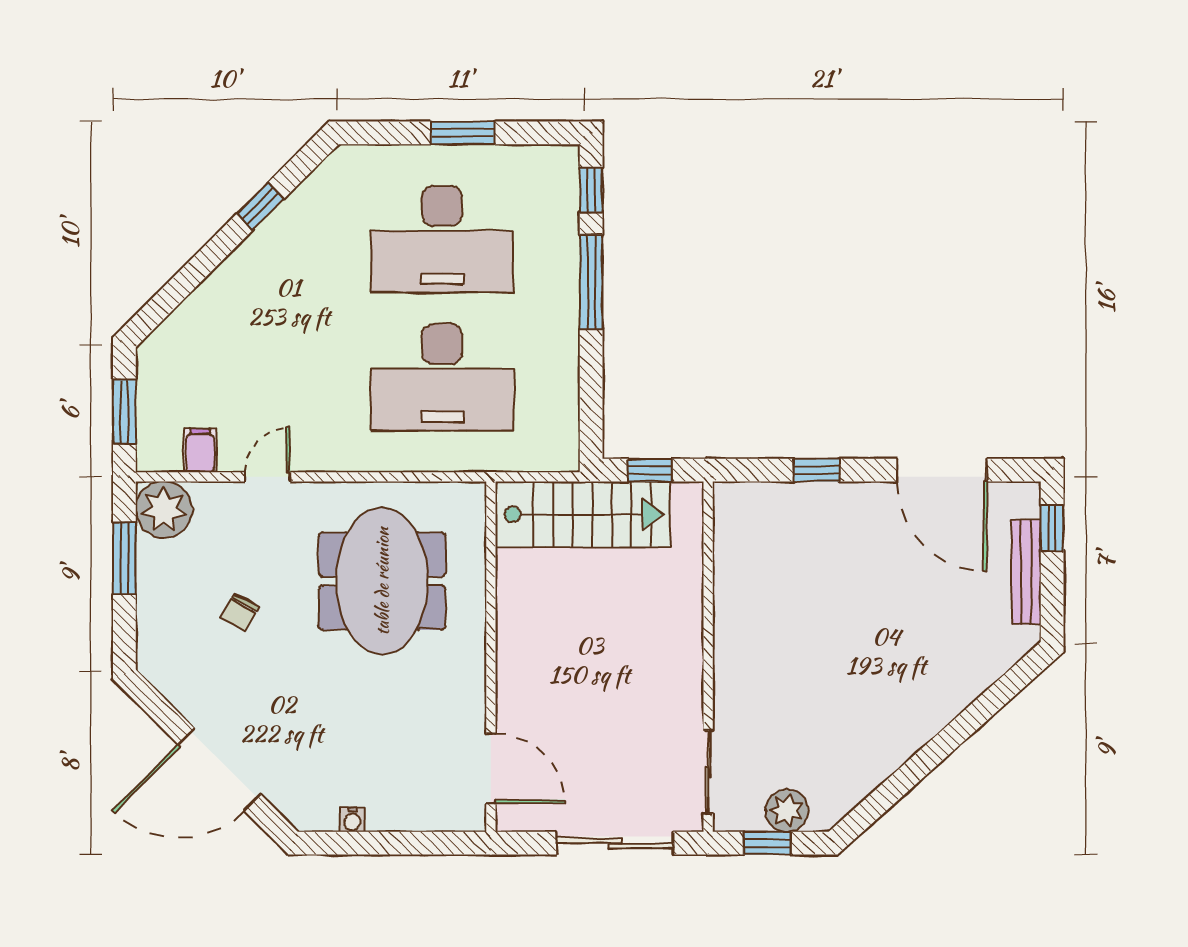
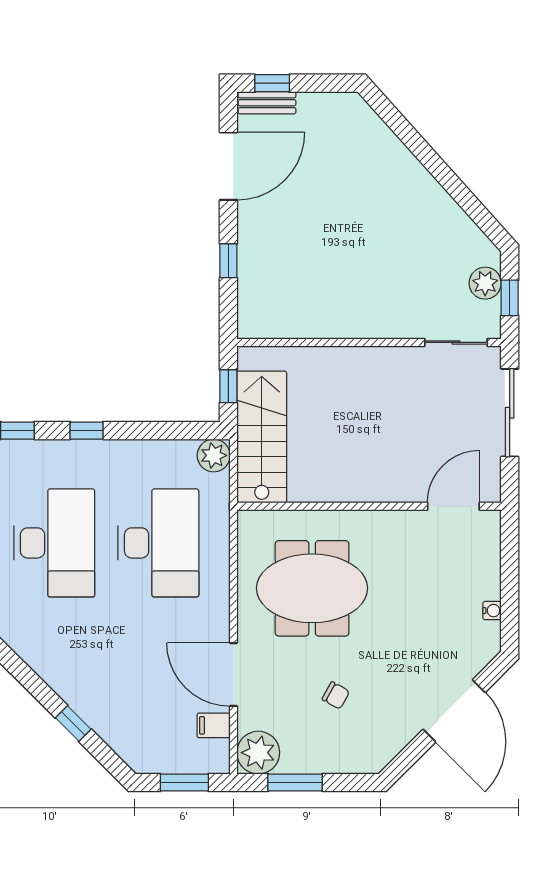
window: (260, 206) -> (73, 724), moved
window: (591, 282) -> (87, 431), width x0.46
plant: (558, 451) -> (214, 455), added
door: (268, 477) -> (233, 675), width x1.87
bench: (1026, 572) -> (267, 103), moved, width x0.73

